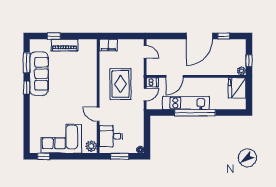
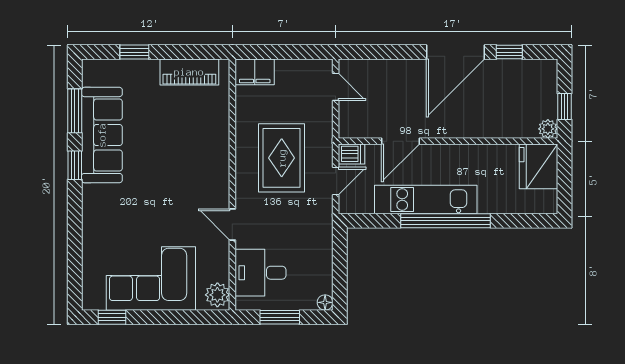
piano: (65, 45) -> (189, 72), moved

